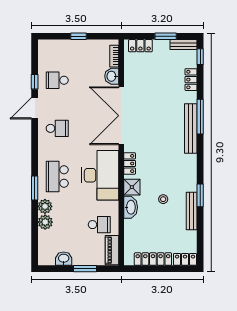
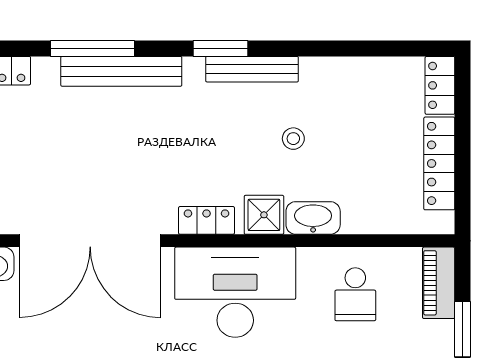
window: (200, 195) -> (221, 48), moved
bench: (192, 211) -> (252, 69), moved
school desk: (99, 225) -> (355, 294), turned 180
piano: (112, 250) -> (439, 283), moved, turned 90

